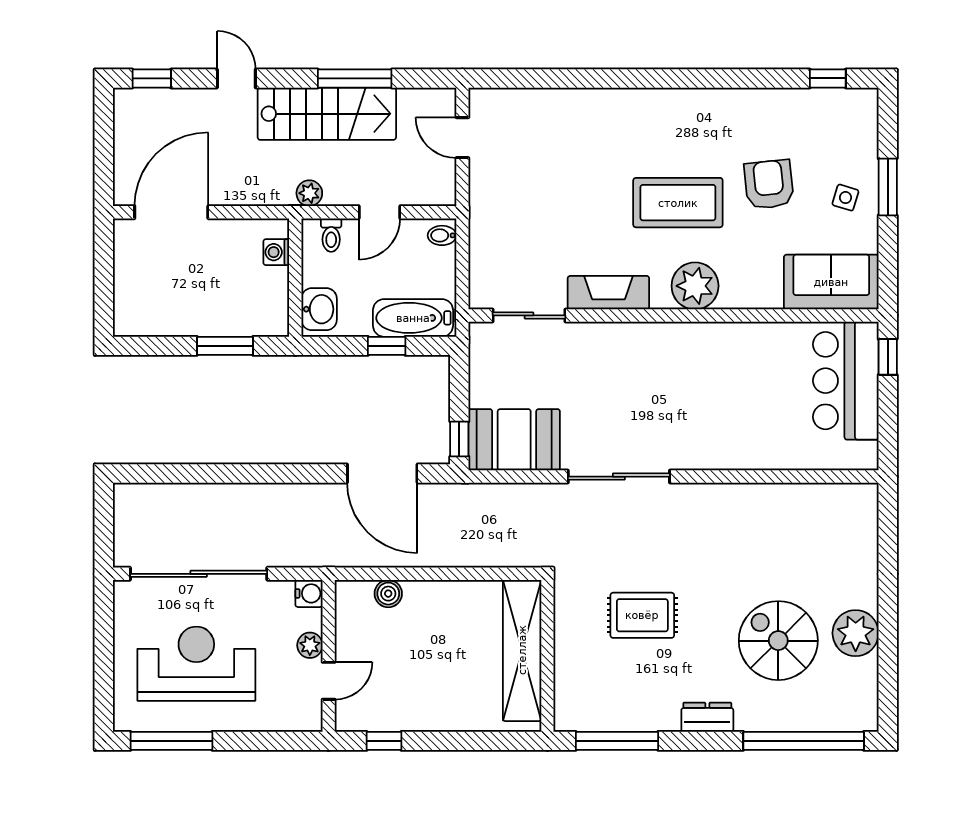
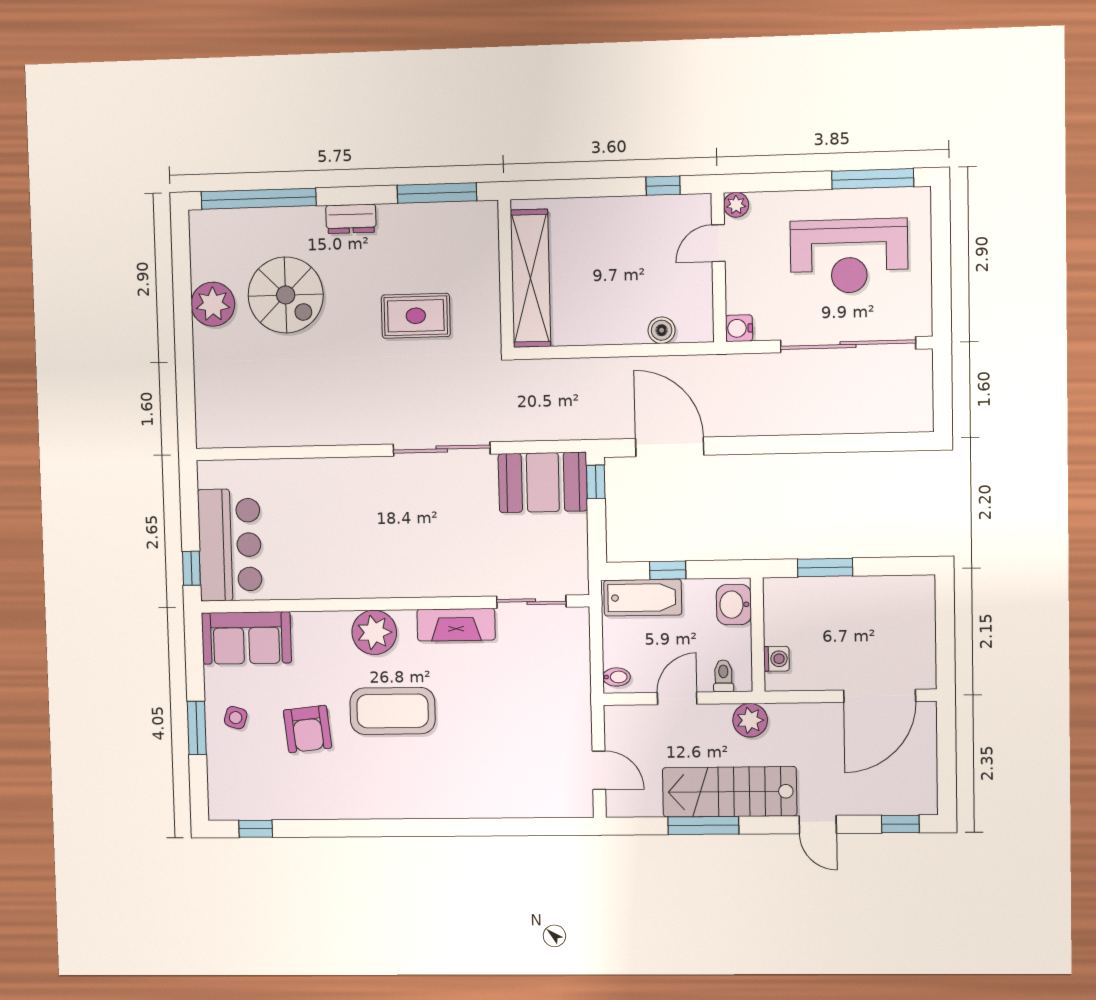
plant: (309, 193) -> (750, 720), width x1.38, depth x1.38
plant: (310, 645) -> (736, 205), moved

